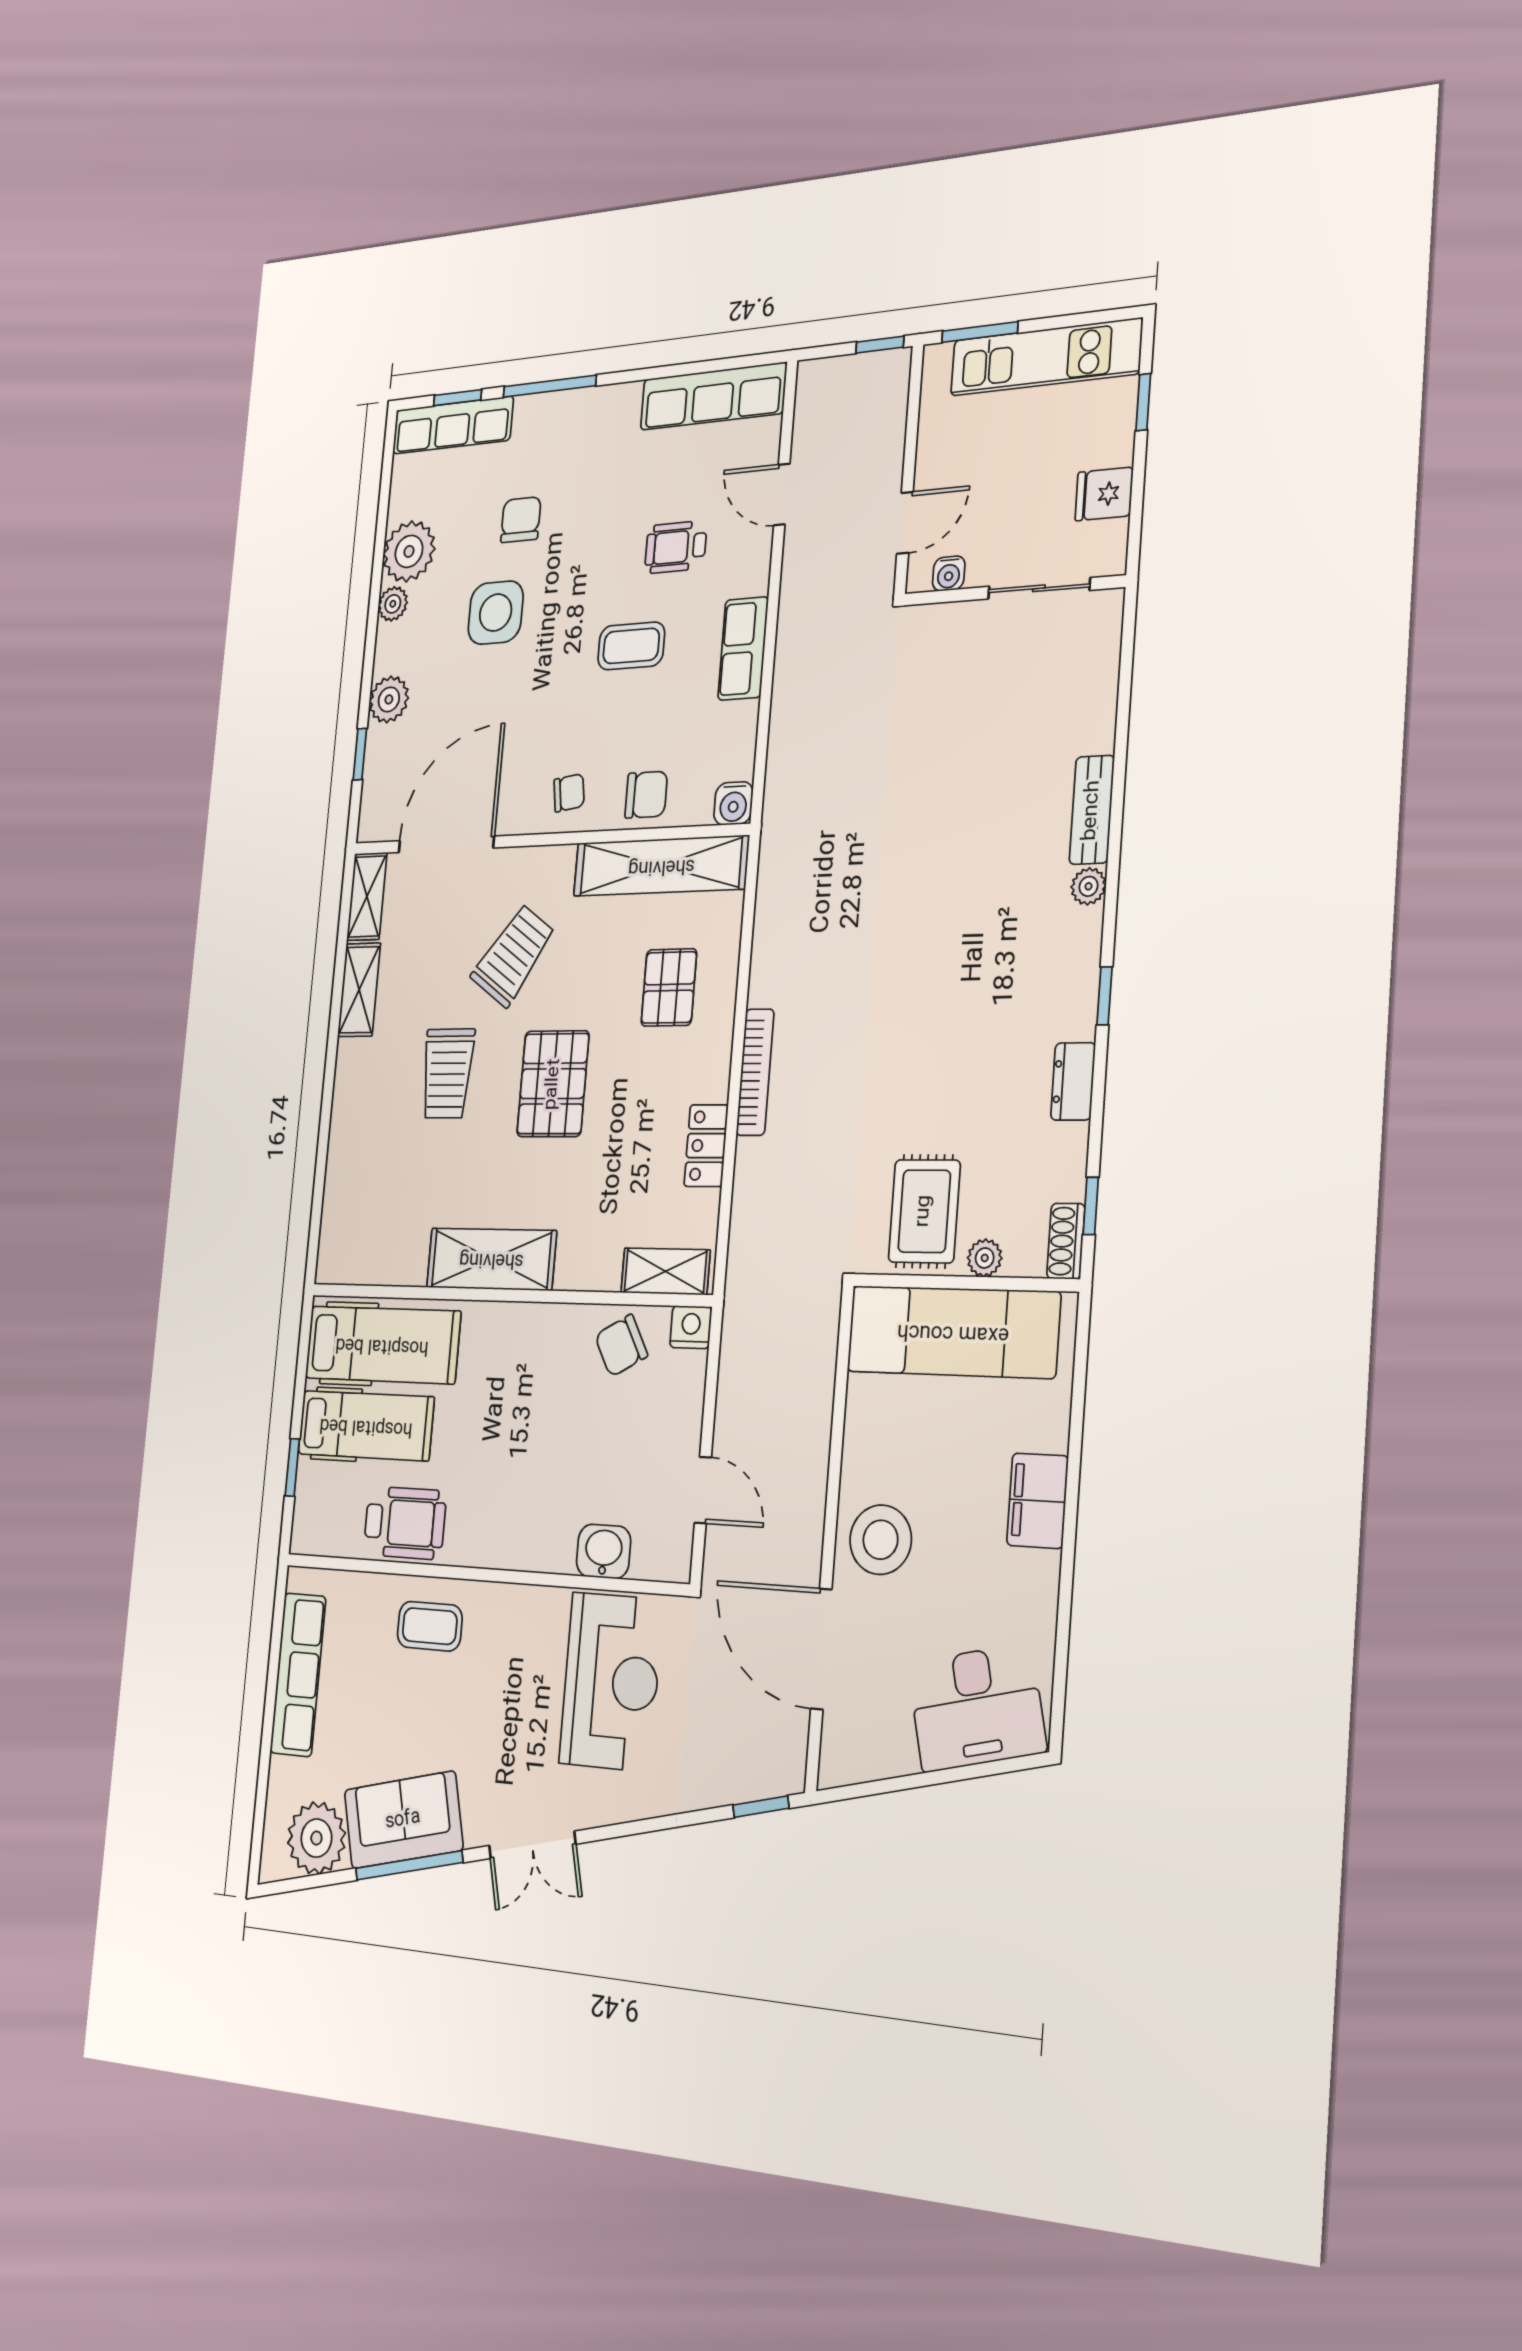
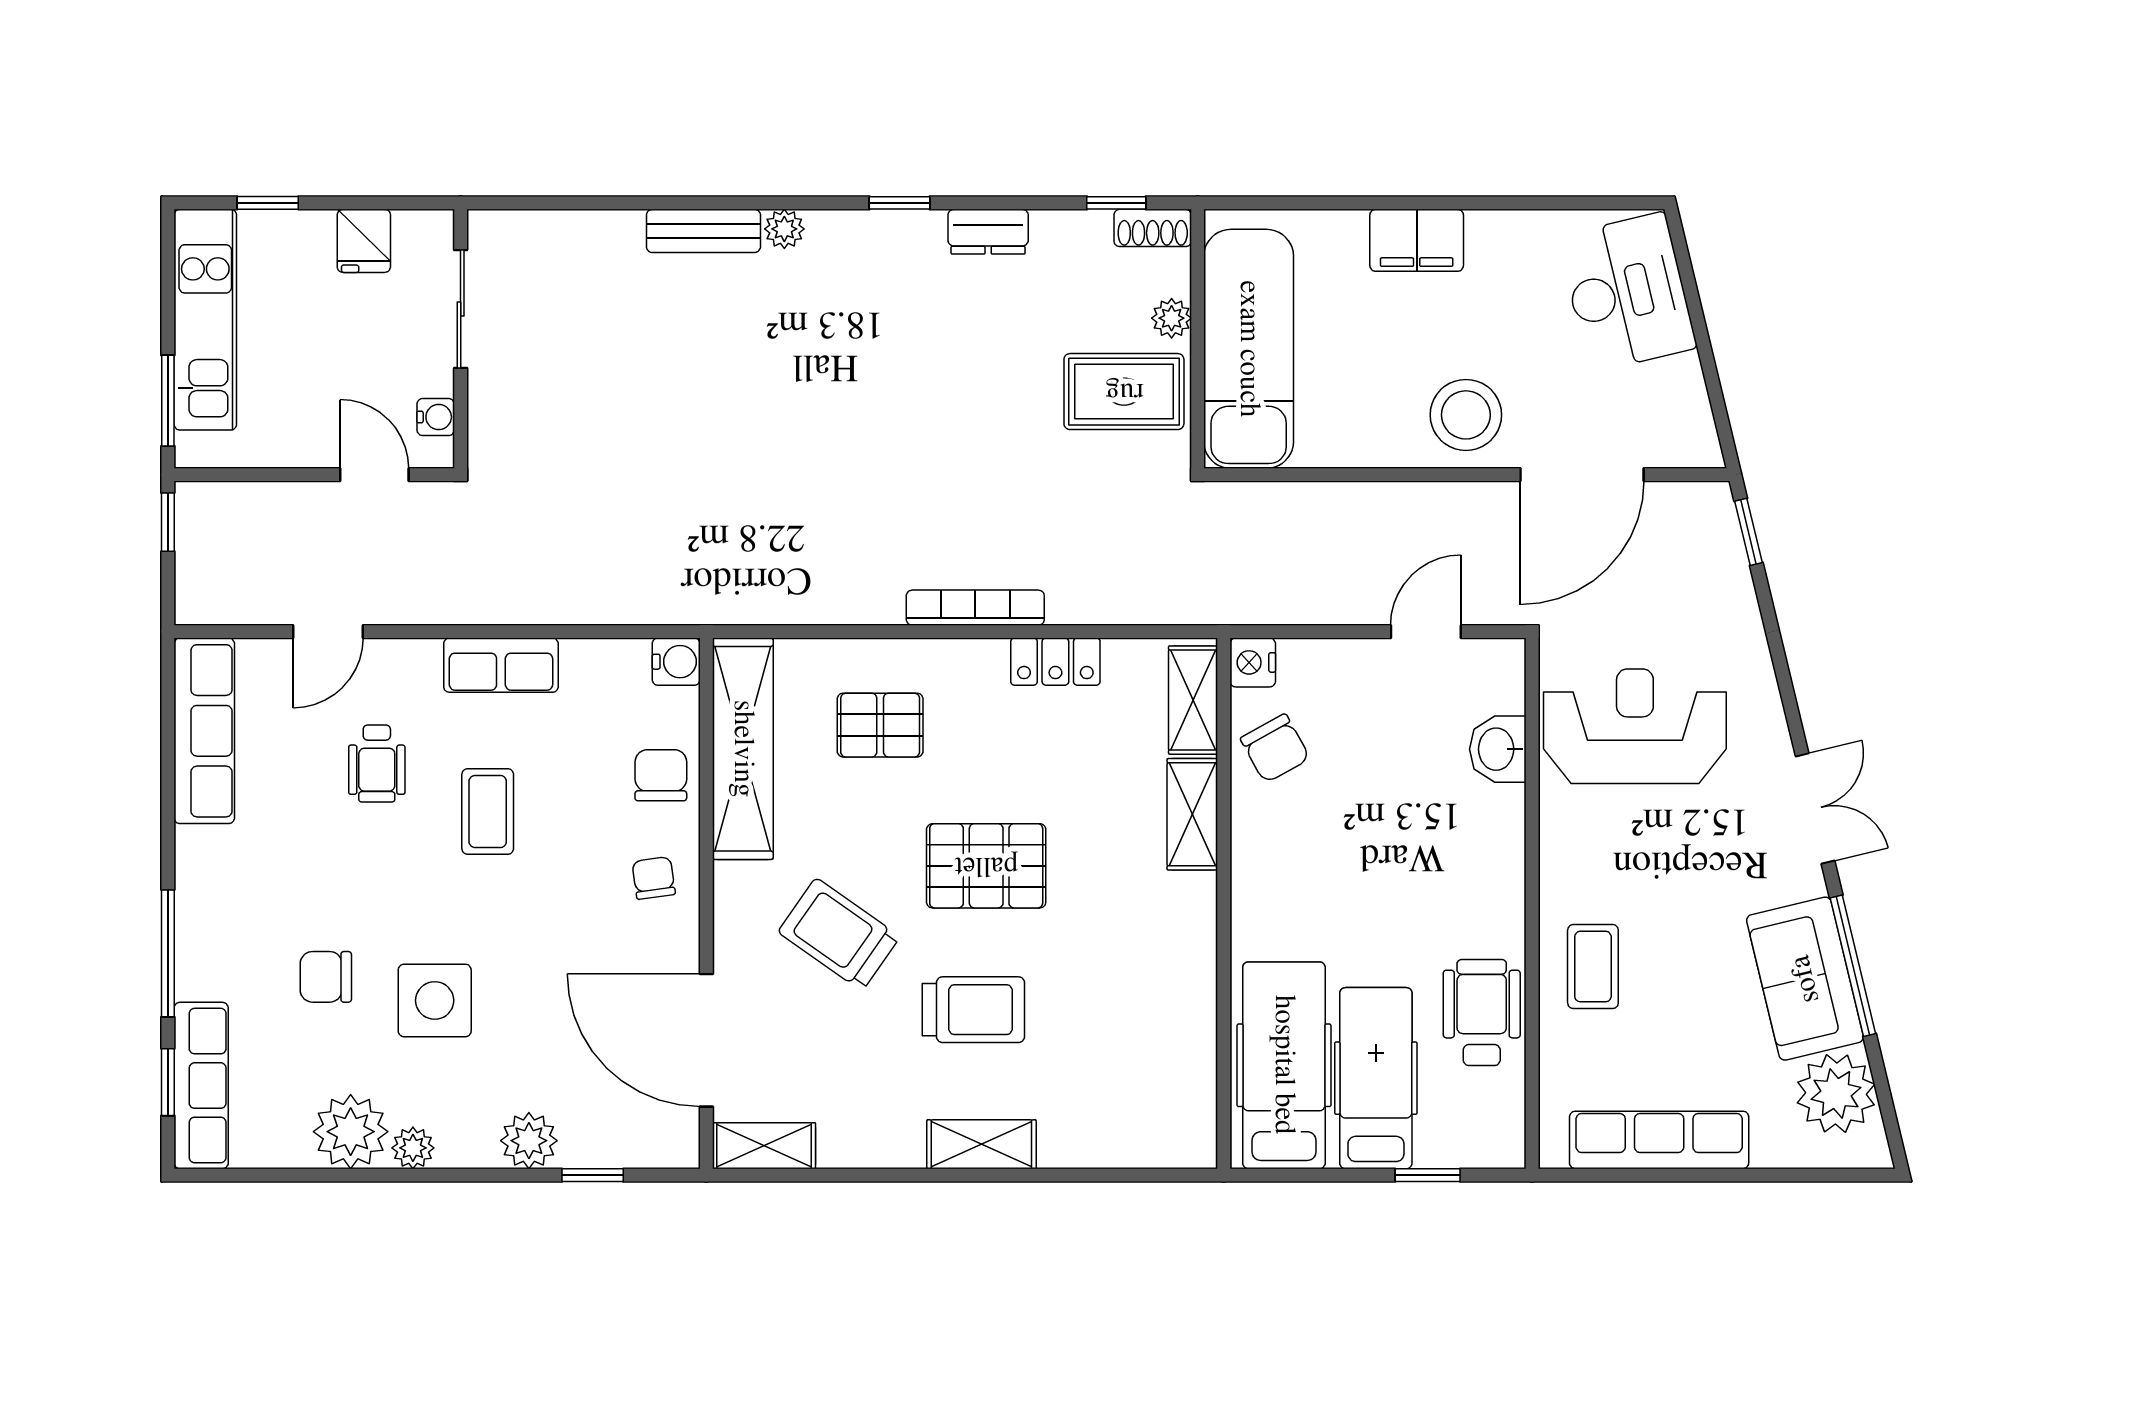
shelving: (359, 990) -> (981, 1144), moved
shelving: (491, 1259) -> (1192, 814), moved, width x0.67, depth x0.75

